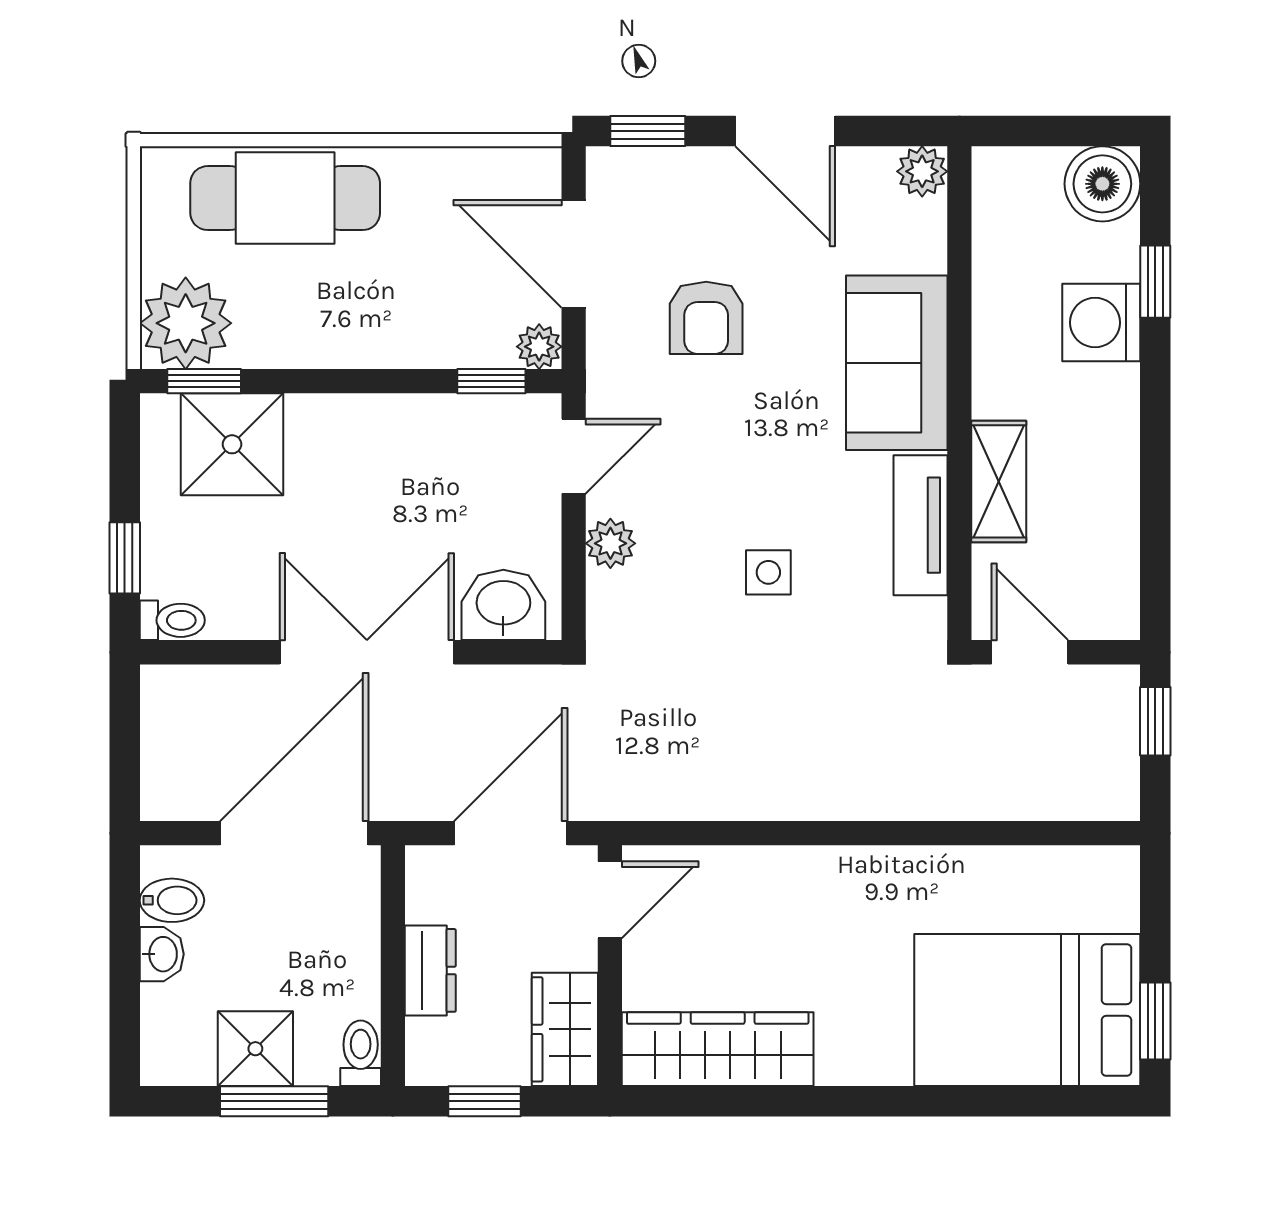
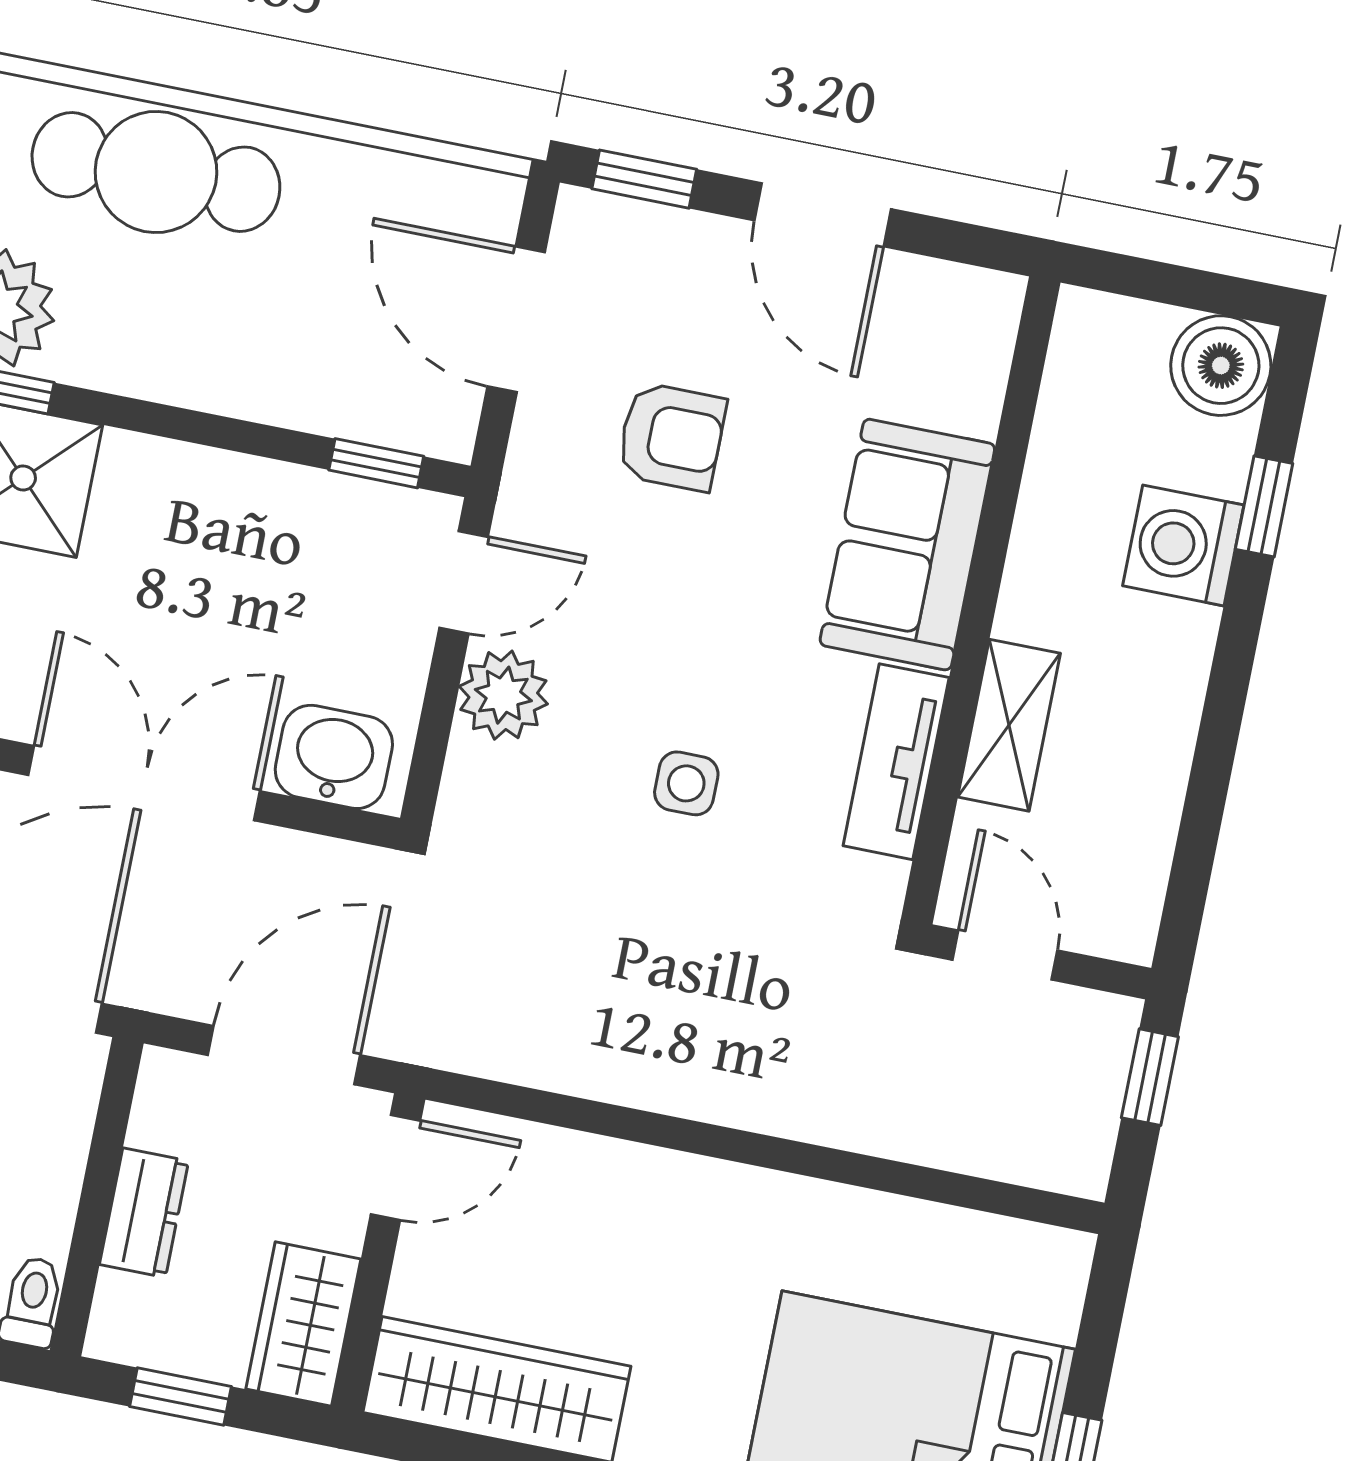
plant: (922, 171) -> (990, 303), removed
armchair: (706, 318) -> (672, 437), turned -90
plant: (539, 347) -> (447, 431), removed
plant: (610, 543) -> (503, 695), width x1.38, depth x1.38

